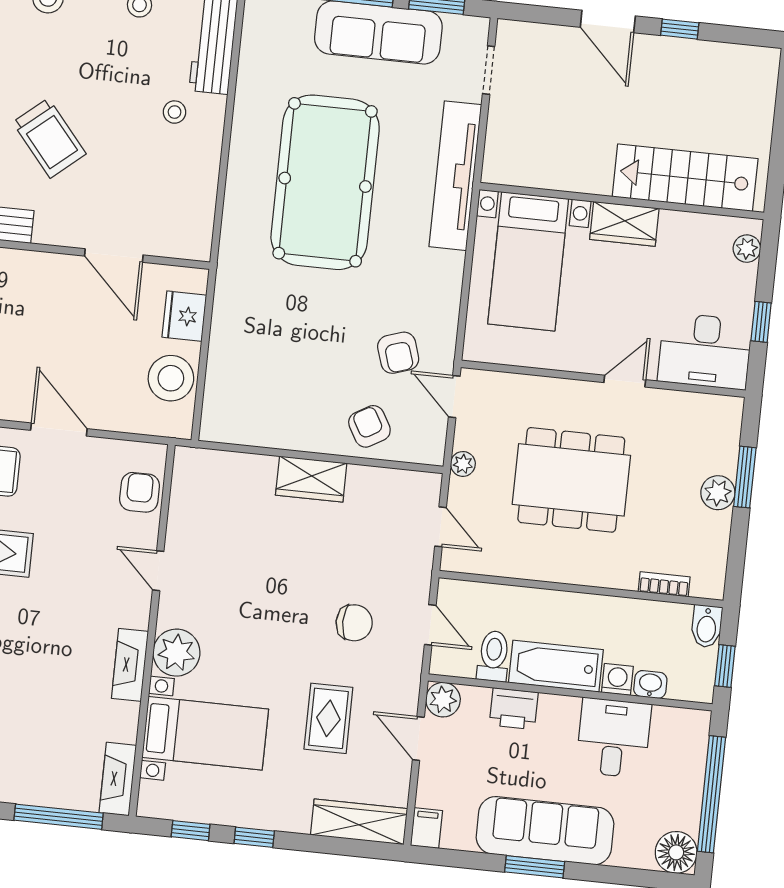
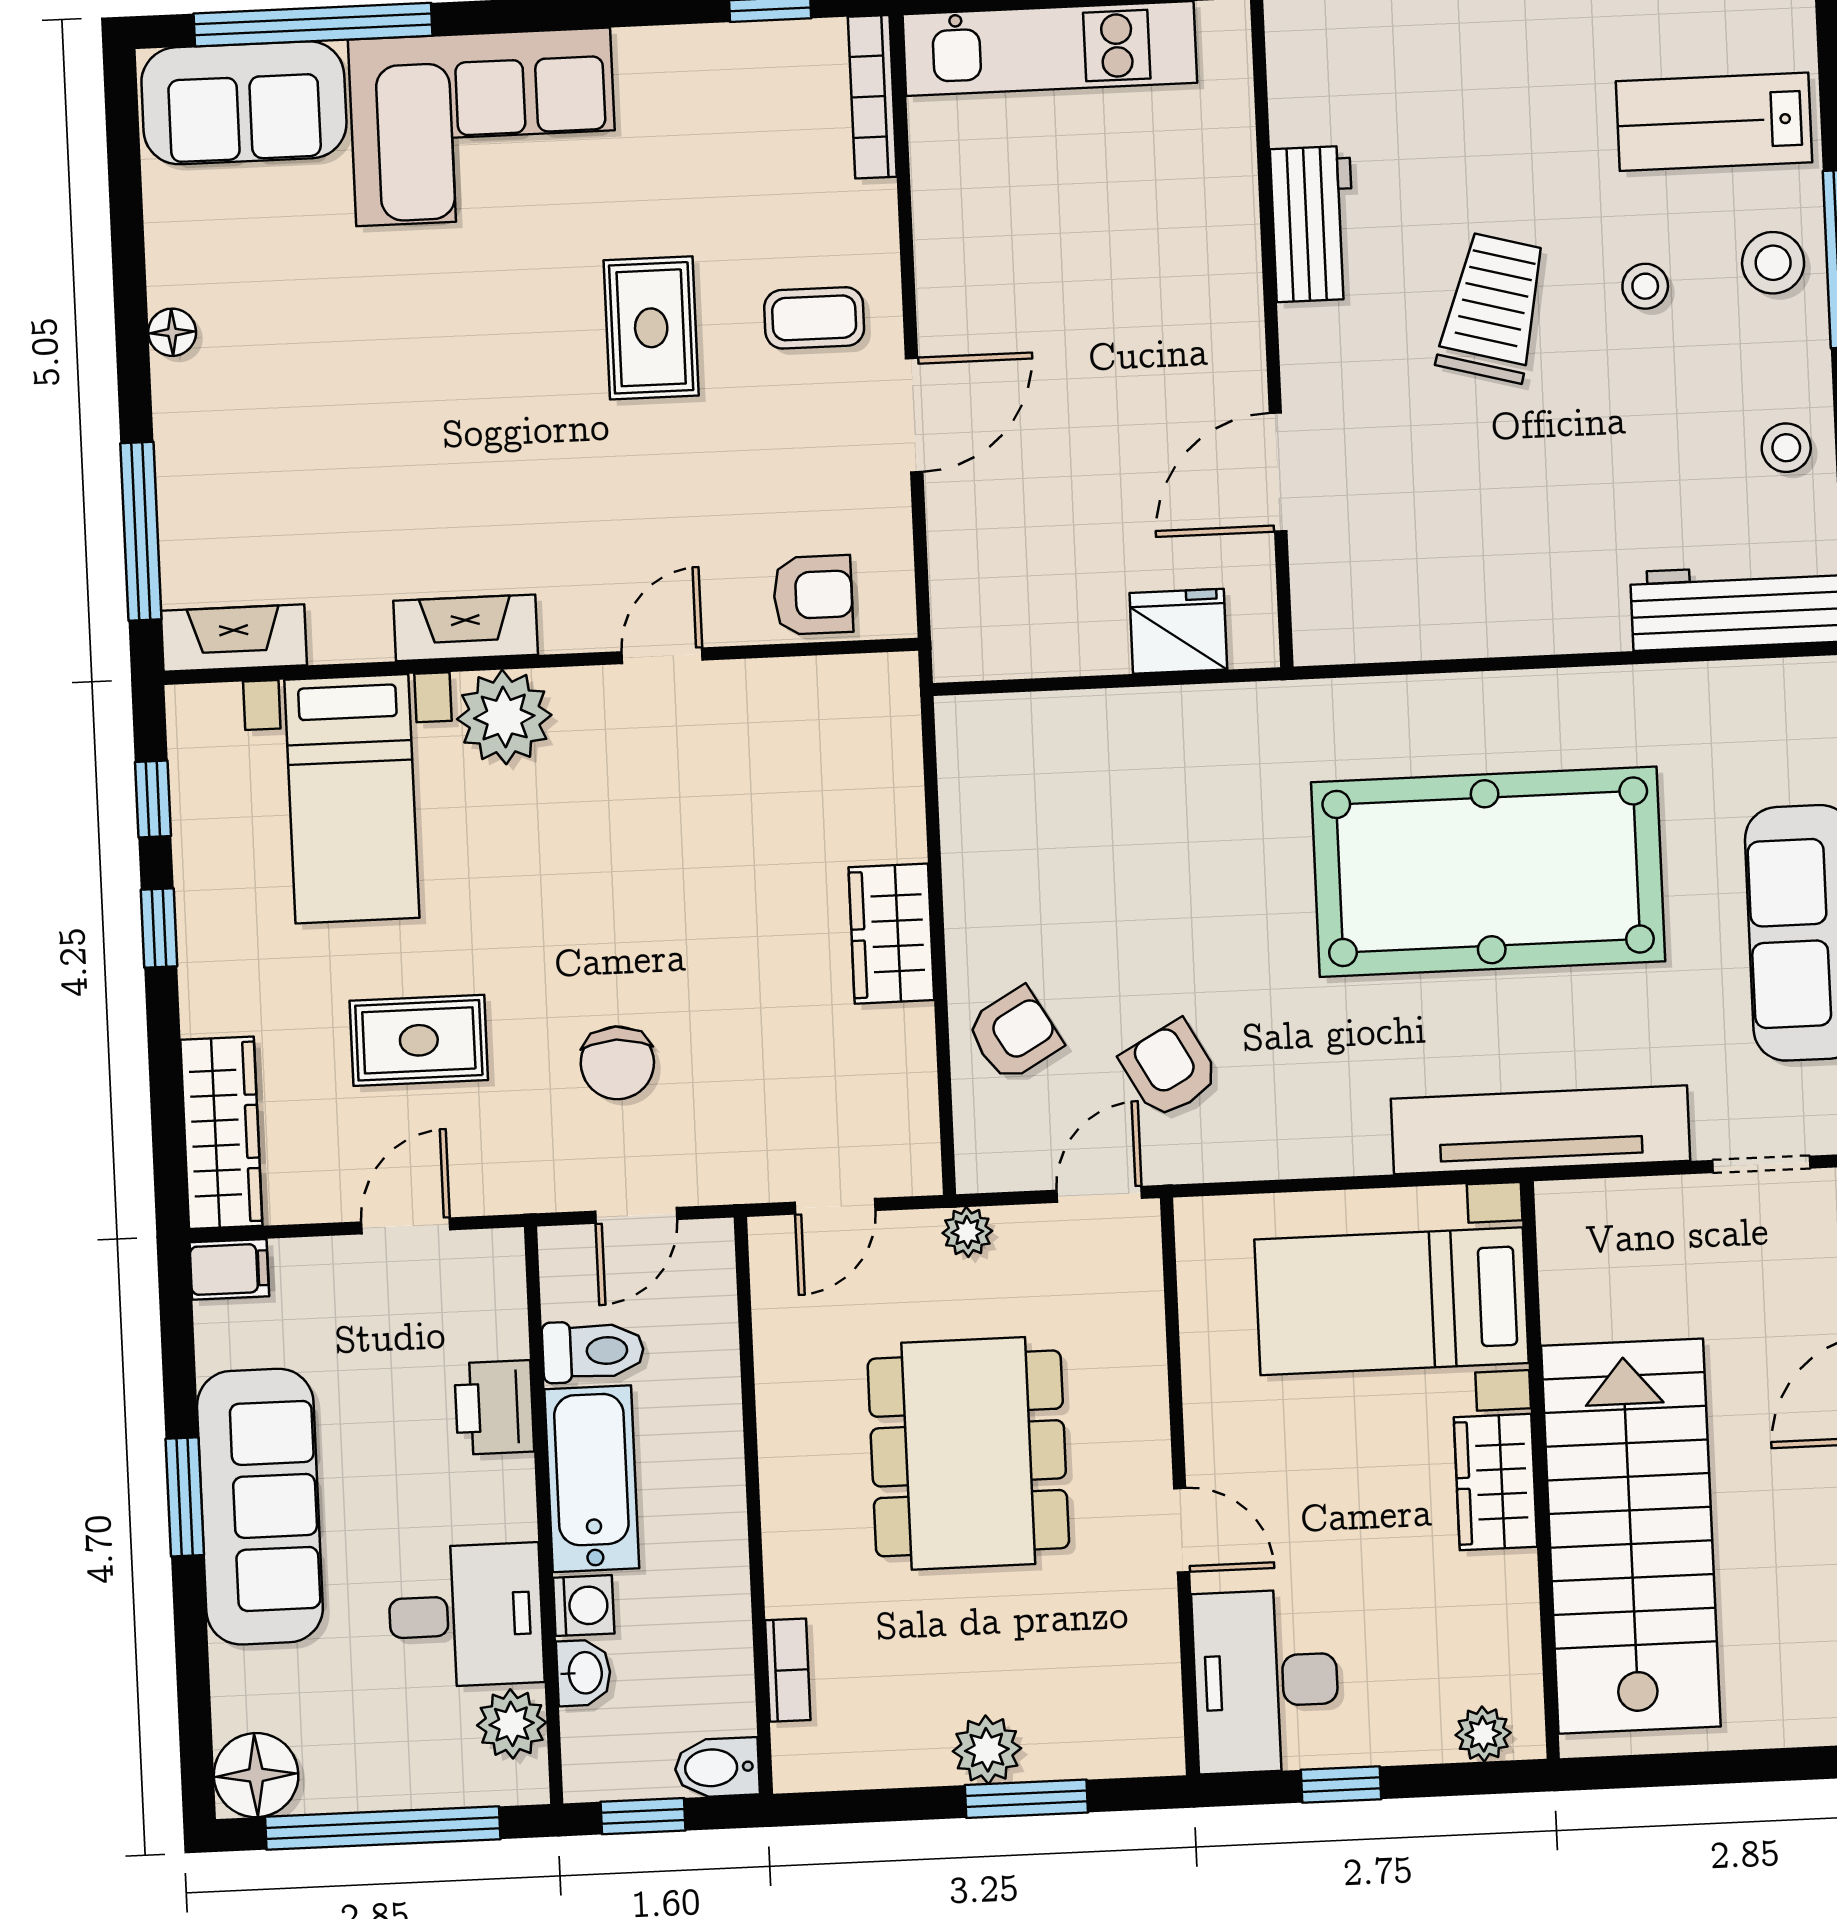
stool: (175, 112) -> (1645, 286), moved
trolley: (49, 138) -> (1493, 308), turned 145
stairs: (685, 178) -> (1631, 1536), width x1.36, depth x1.51
armchair: (398, 353) -> (1170, 1069), turned 79
stool: (171, 378) -> (1050, 623), removed
plant: (443, 700) -> (512, 1724), moved

